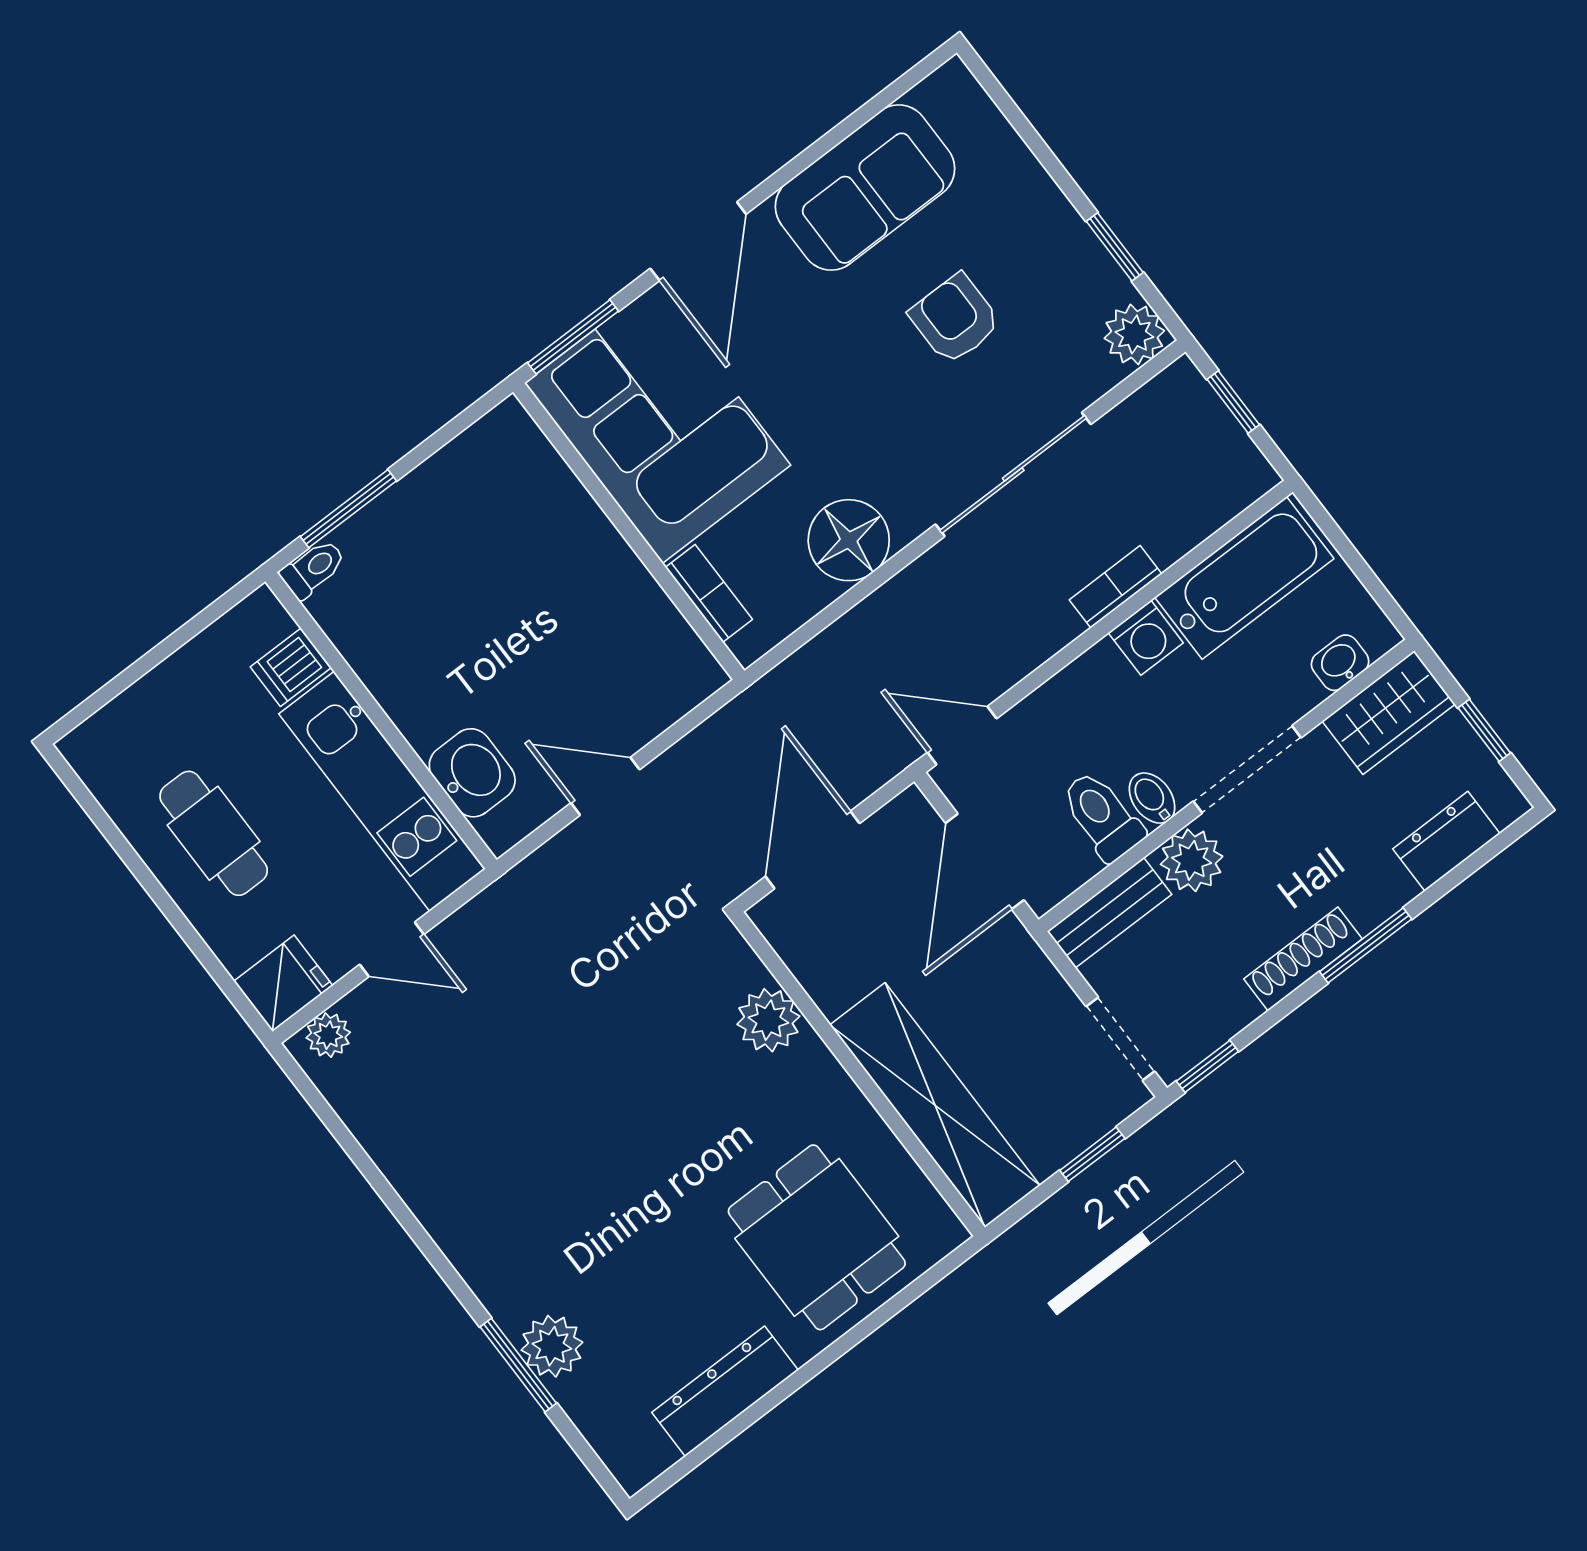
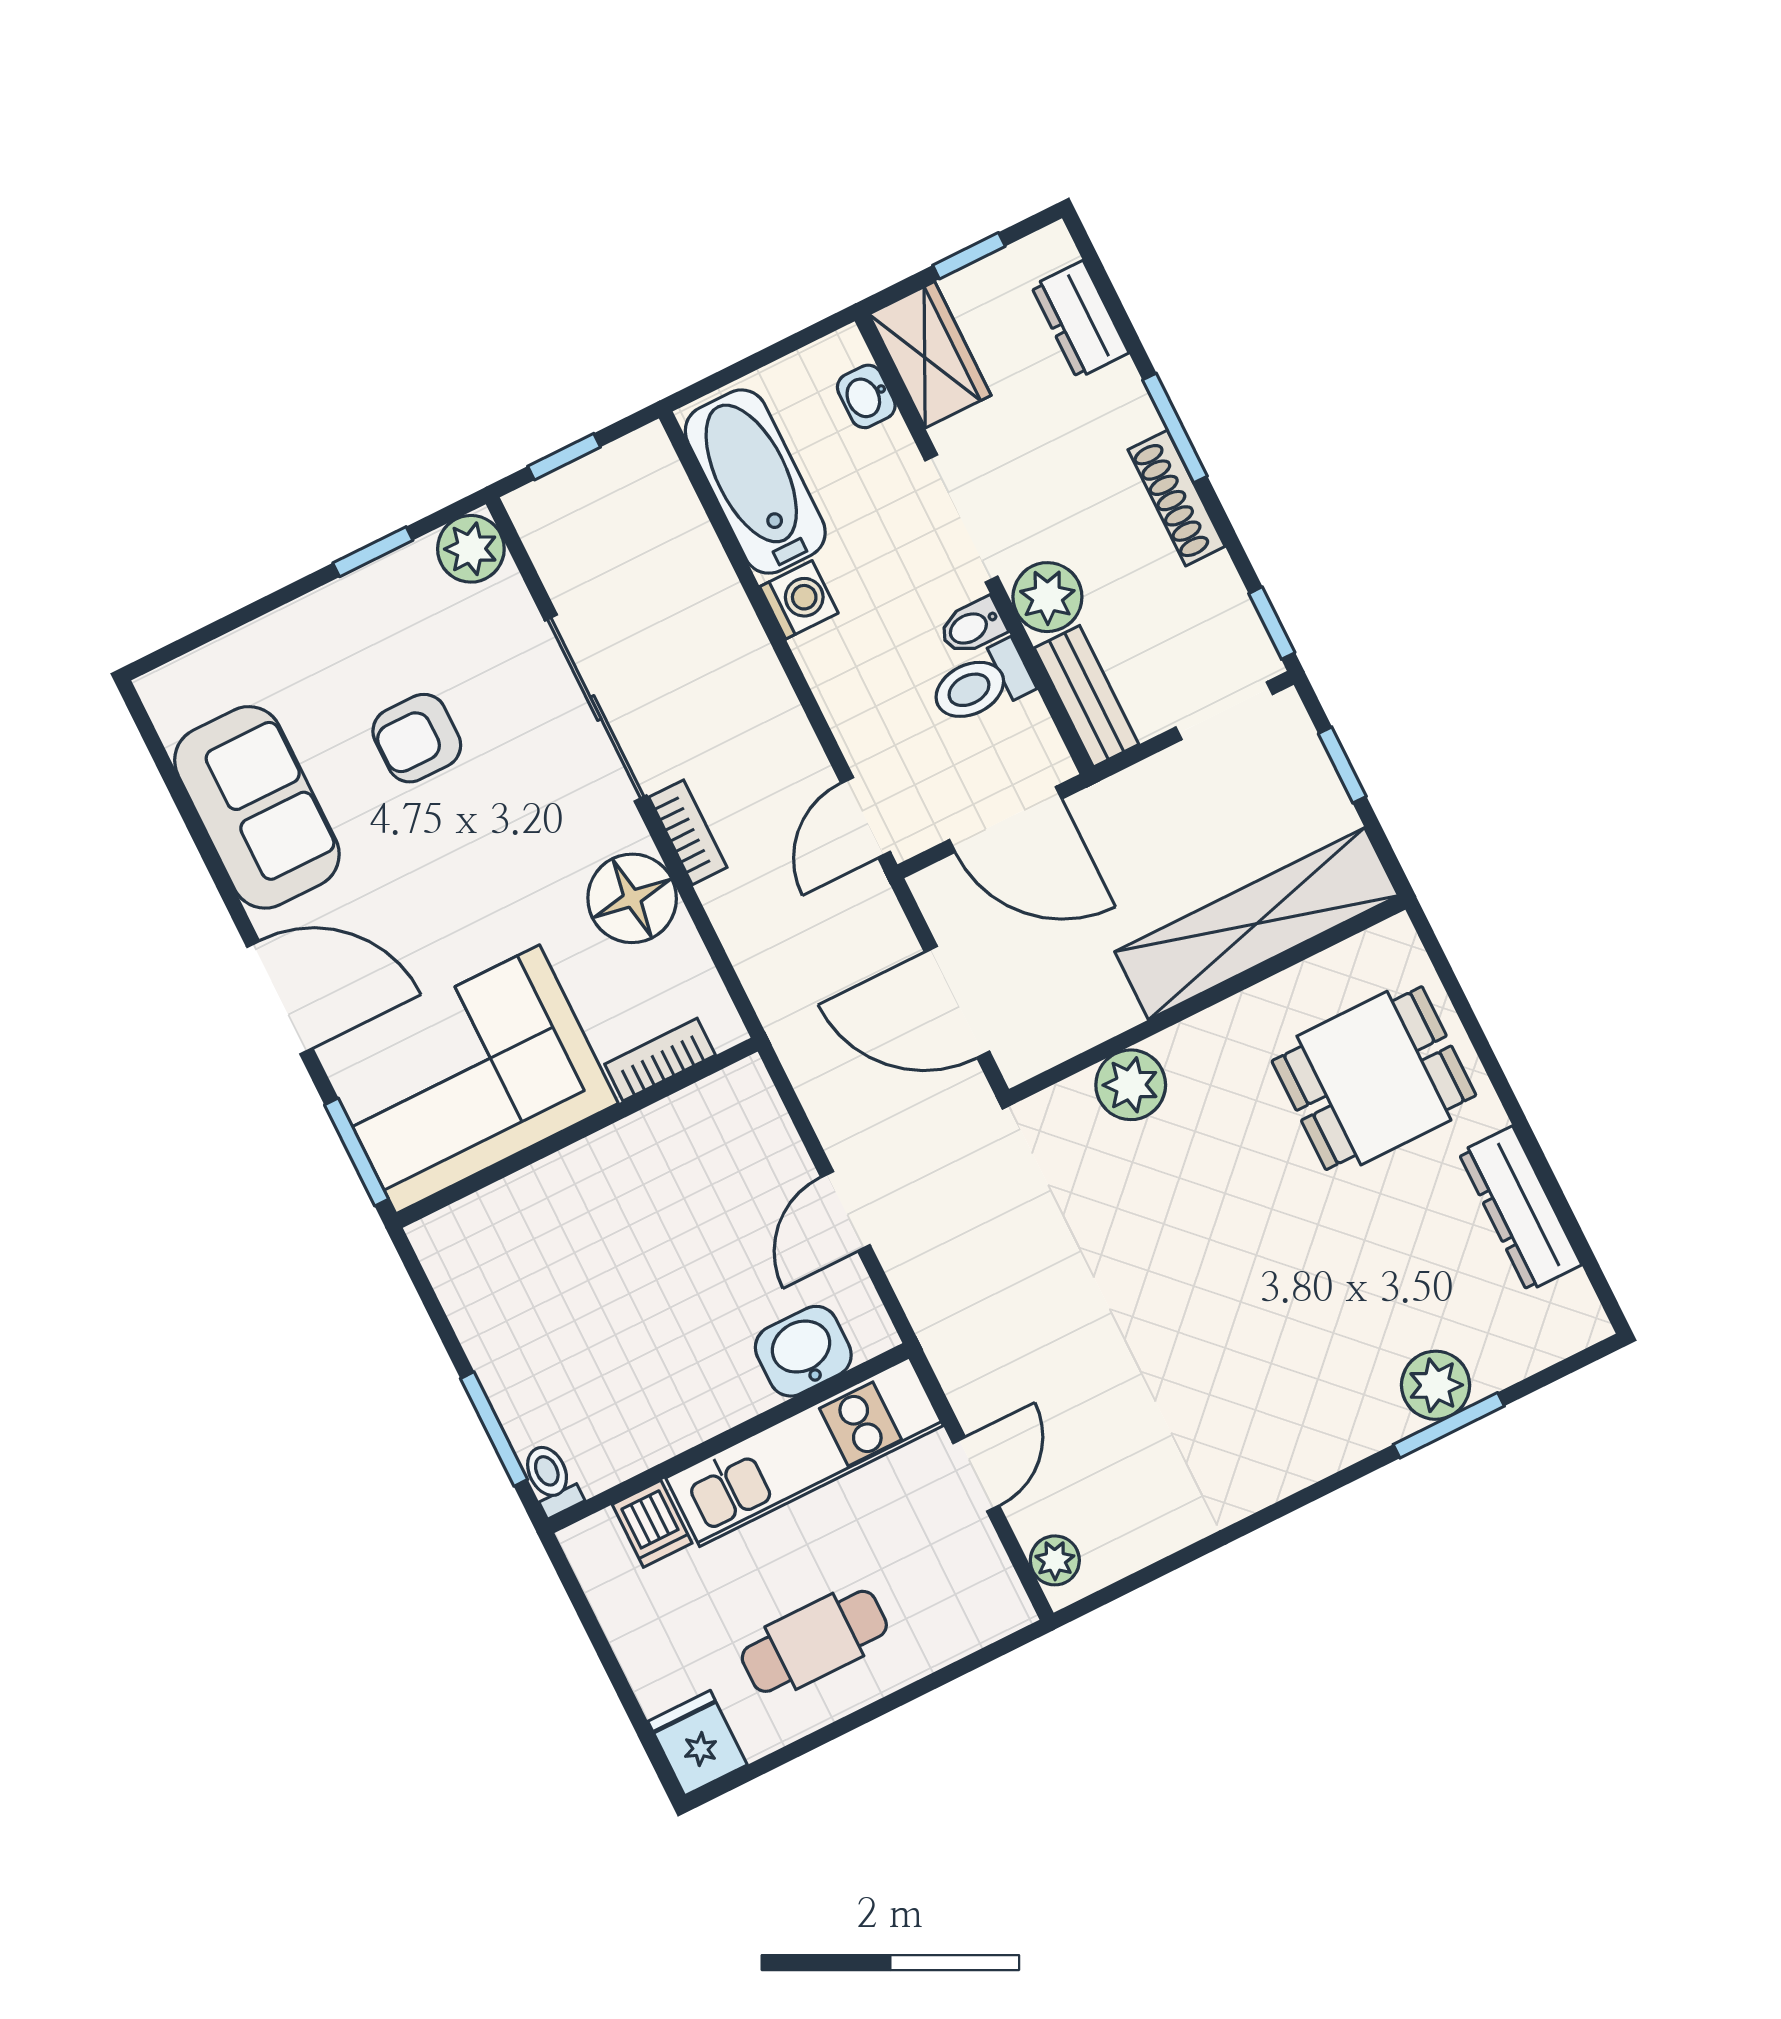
bookcase: (1116, 587) -> (688, 832), moved, turned 180
fridge: (283, 983) -> (698, 1743), moved

